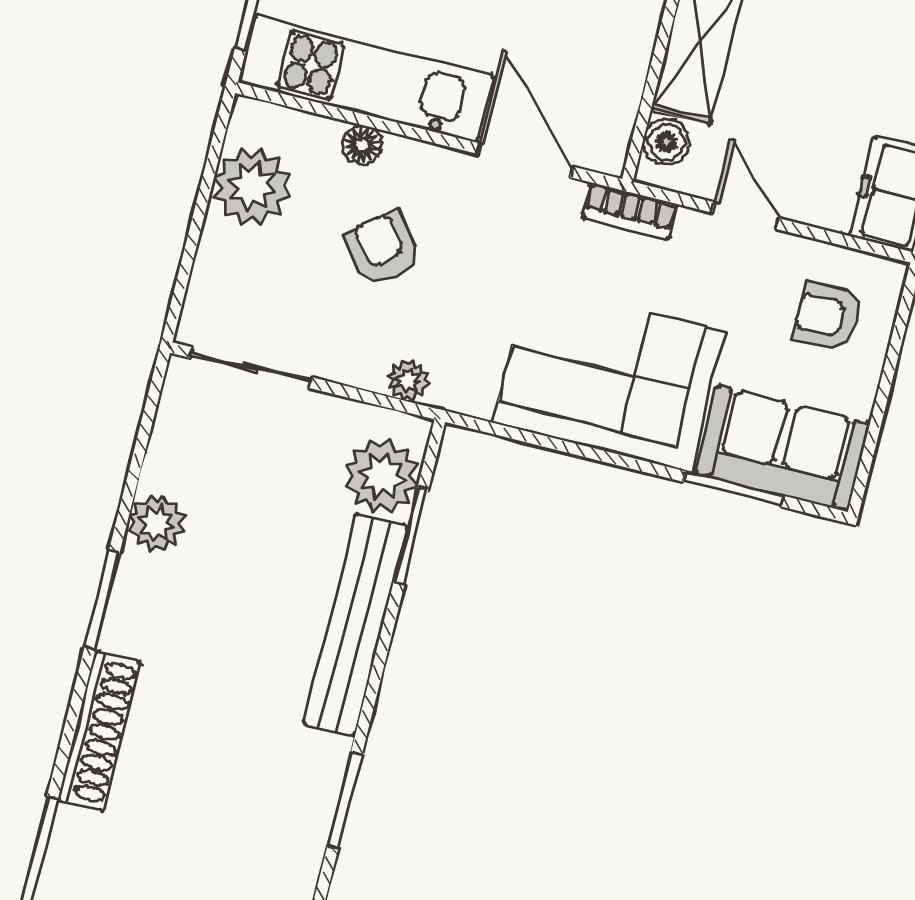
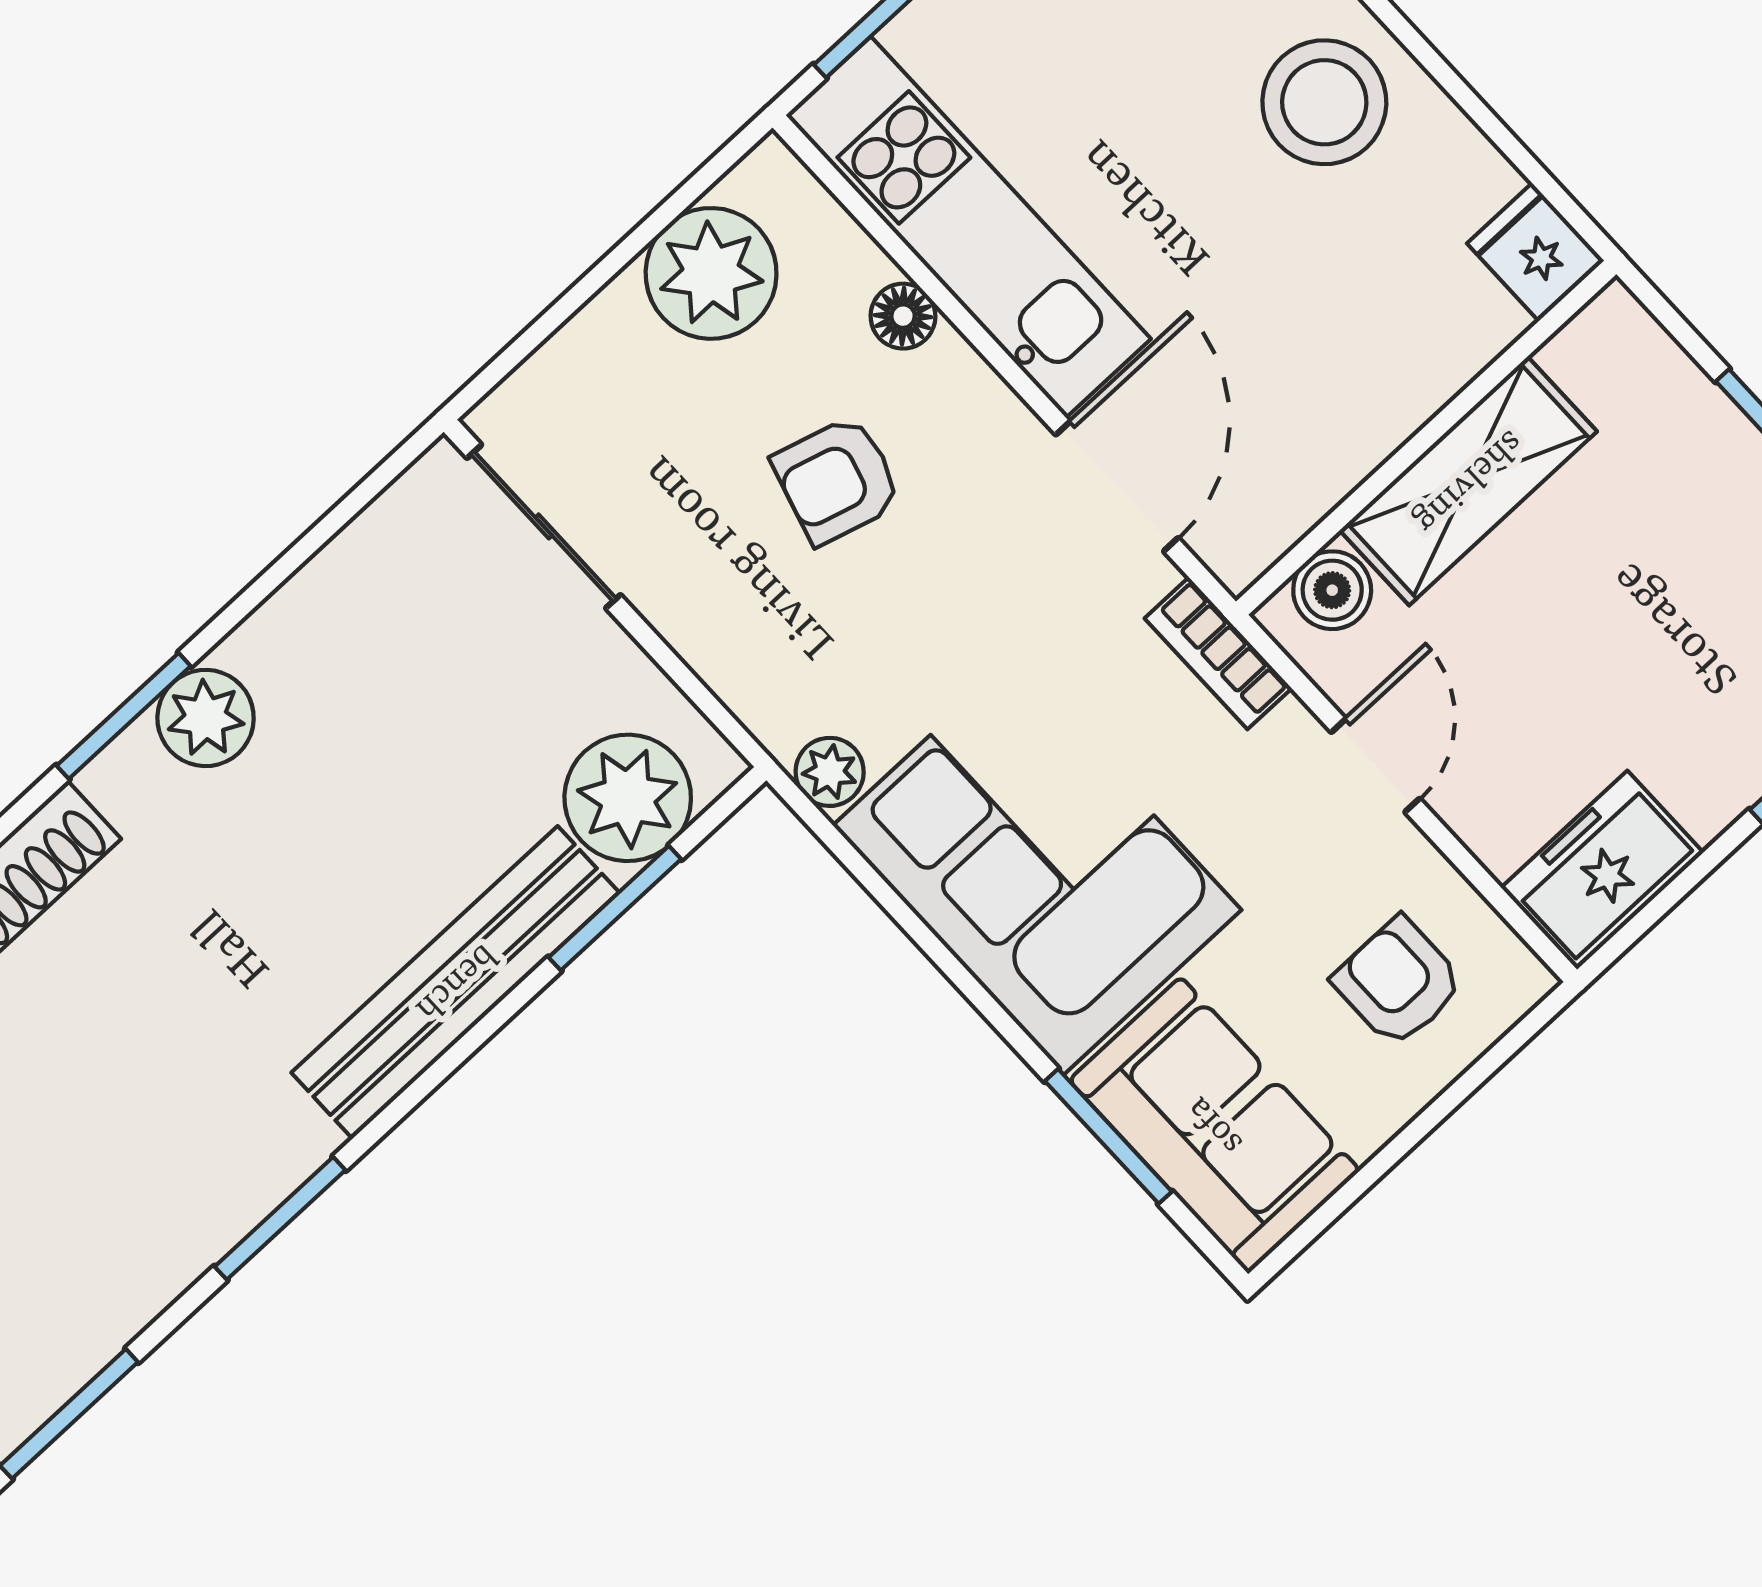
armchair: (383, 248) -> (837, 480), turned -125
plant: (408, 381) -> (830, 772), moved
plant: (157, 523) -> (206, 718), moved

